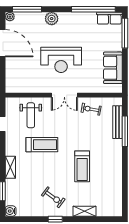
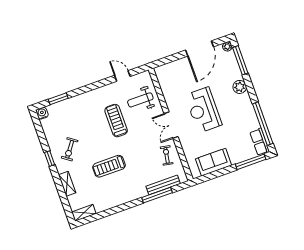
treadmill: (42, 145) -> (116, 121), turned 180
shelving: (10, 167) -> (84, 213), moved

